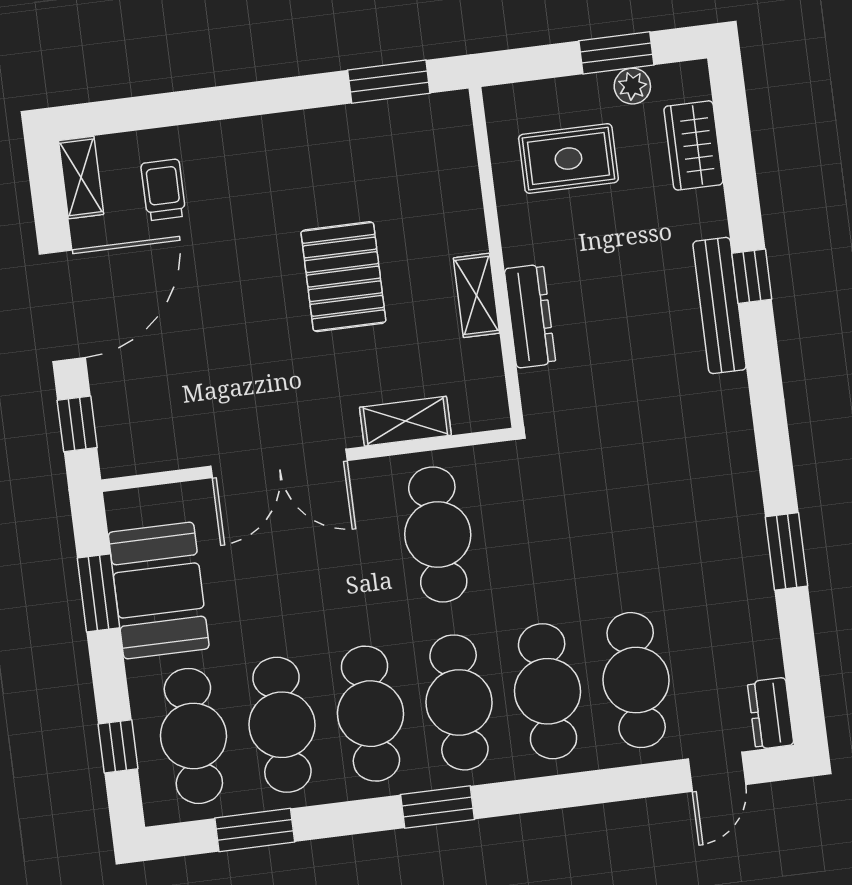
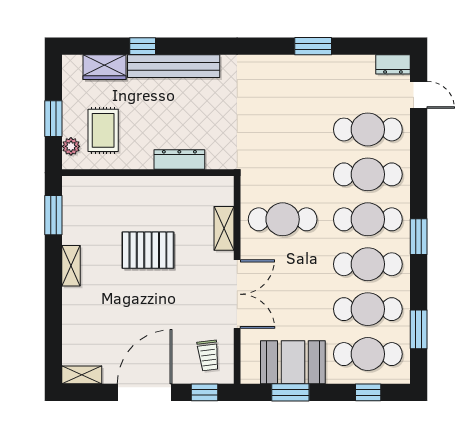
window: (616, 53) -> (53, 119), moved
plant: (632, 86) -> (71, 146), moved
trolley: (163, 190) -> (208, 355), moved, turned -97
window: (752, 276) -> (143, 46), moved
shelving: (476, 295) -> (71, 266), moved, turned 90
bench: (720, 305) -> (174, 66), width x1.37, depth x1.21
door: (62, 306) -> (145, 392), hinge flipped

